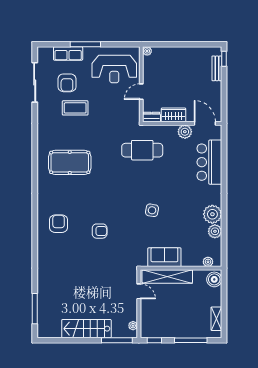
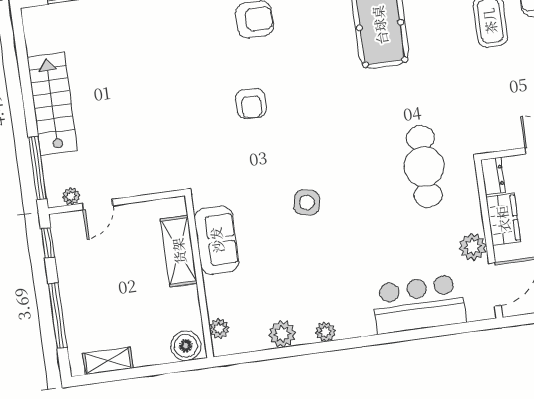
plant: (212, 214) -> (325, 332), width x0.53, depth x0.53
shelving: (167, 276) -> (179, 251), width x0.68
door: (139, 291) -> (98, 205), moved

